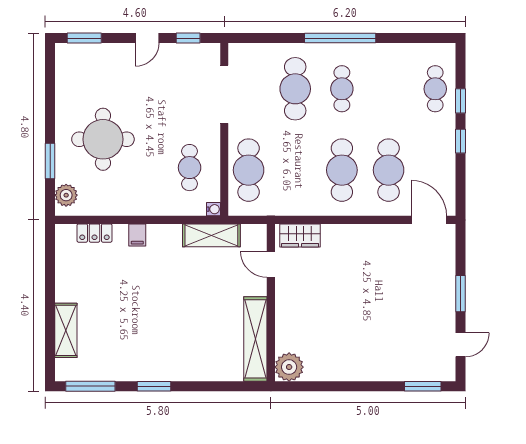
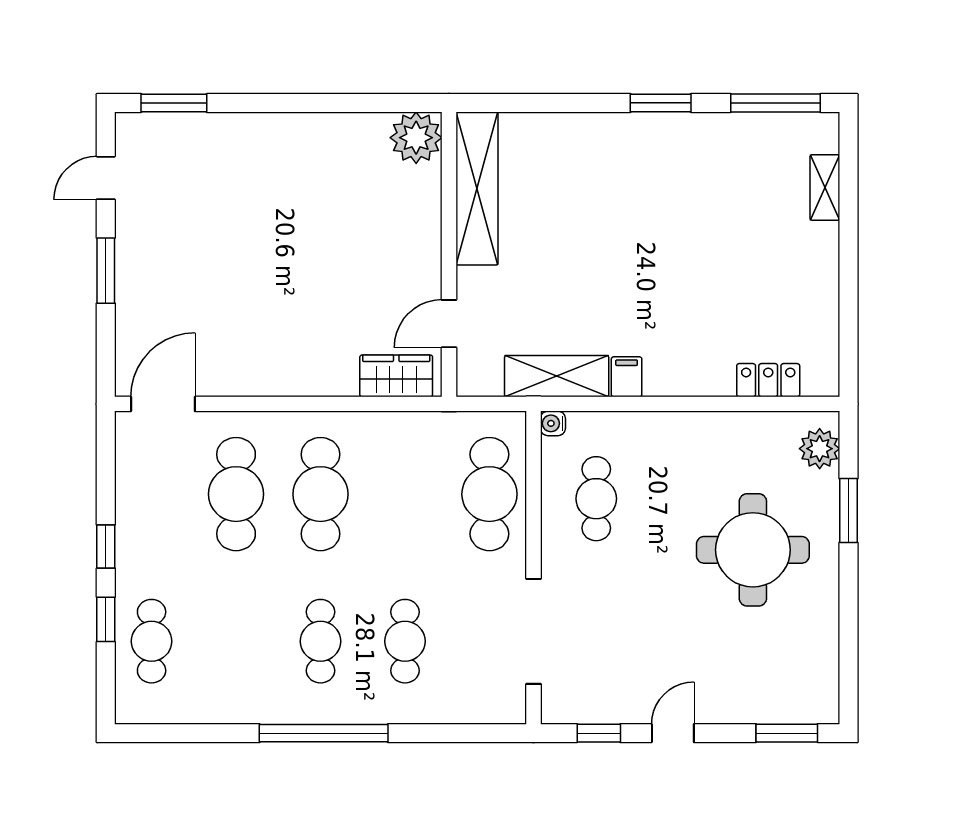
cafe table: (295, 89) -> (405, 641), width x0.73, depth x0.74
door: (429, 220) -> (163, 404), swing flipped
filing cabinet: (137, 235) -> (627, 377), moved
door: (271, 264) -> (449, 324), swing flipped
shelving: (66, 330) -> (825, 188), width x0.67, depth x0.75

